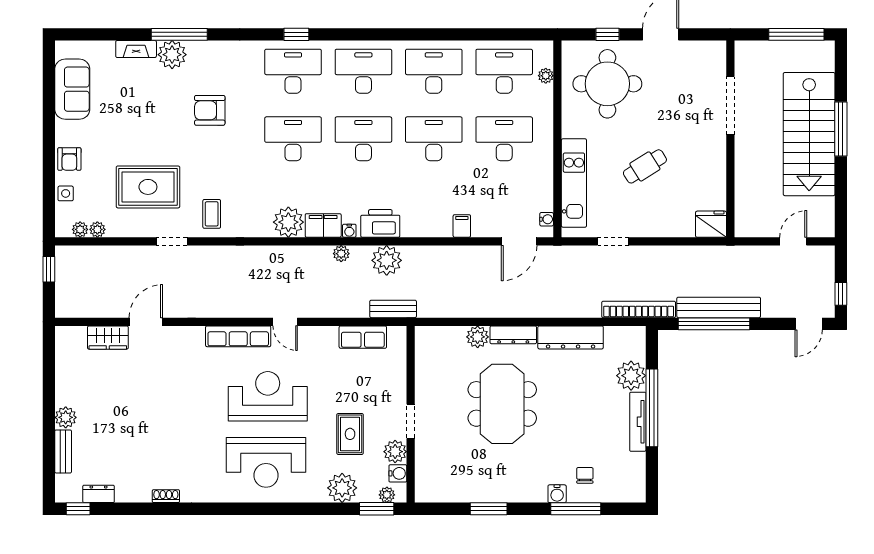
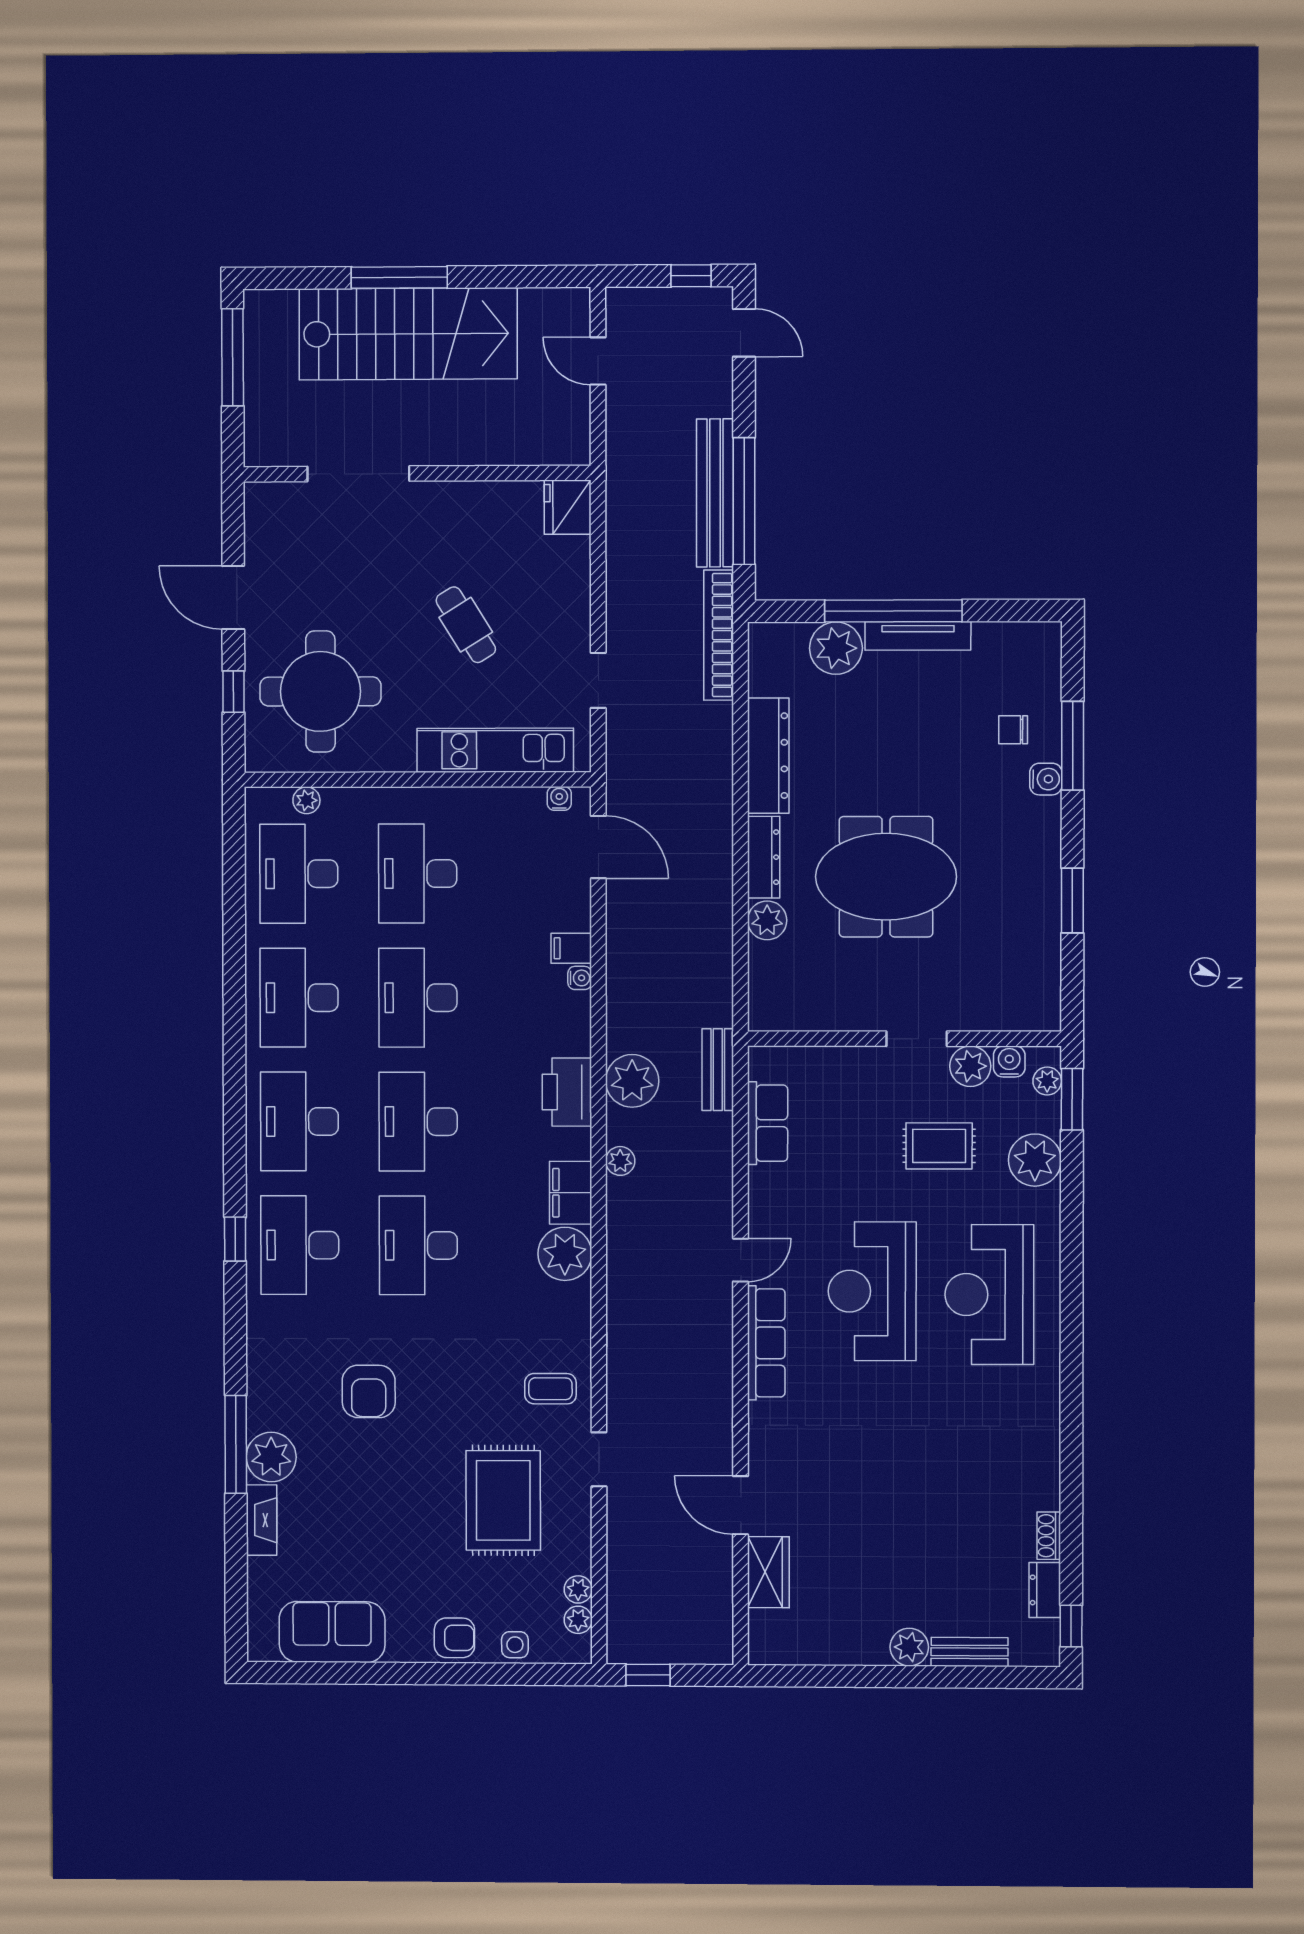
water cooler: (349, 231) -> (580, 978), moved
reception desk: (266, 462) -> (989, 1295), turned 180
shoe rack: (166, 496) -> (1049, 1536), moved

